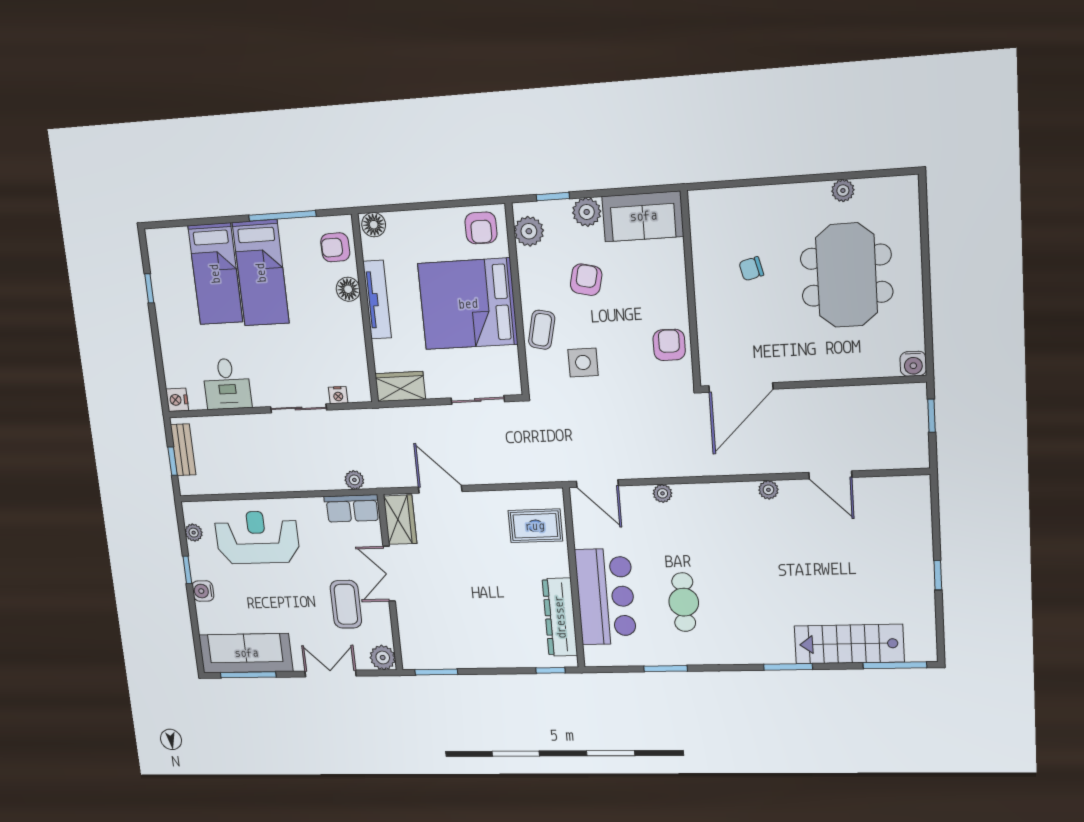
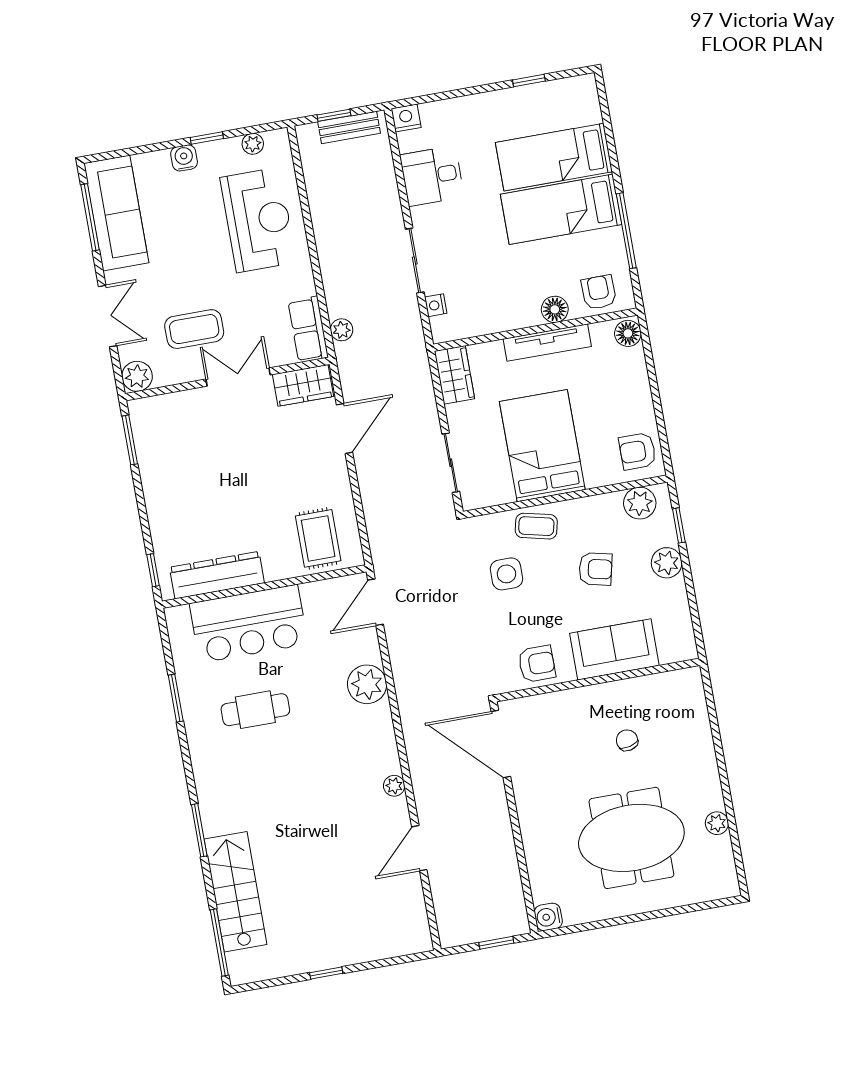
sofa: (643, 216) -> (614, 649), moved, turned 90
bed: (468, 304) -> (542, 446), width x0.73
plant: (663, 493) -> (367, 684), width x1.88, depth x1.88

